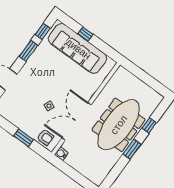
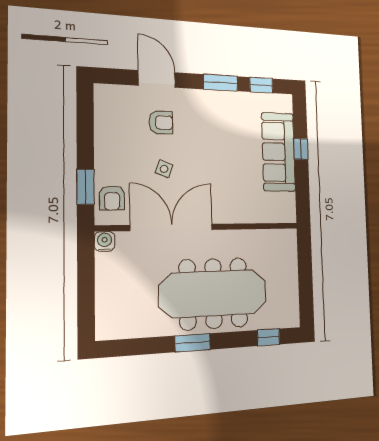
sofa: (78, 49) -> (278, 152), width x0.74, depth x0.79
armchair: (28, 92) -> (161, 122), added
window: (149, 125) -> (268, 337), moved
window: (24, 138) -> (86, 187), moved

